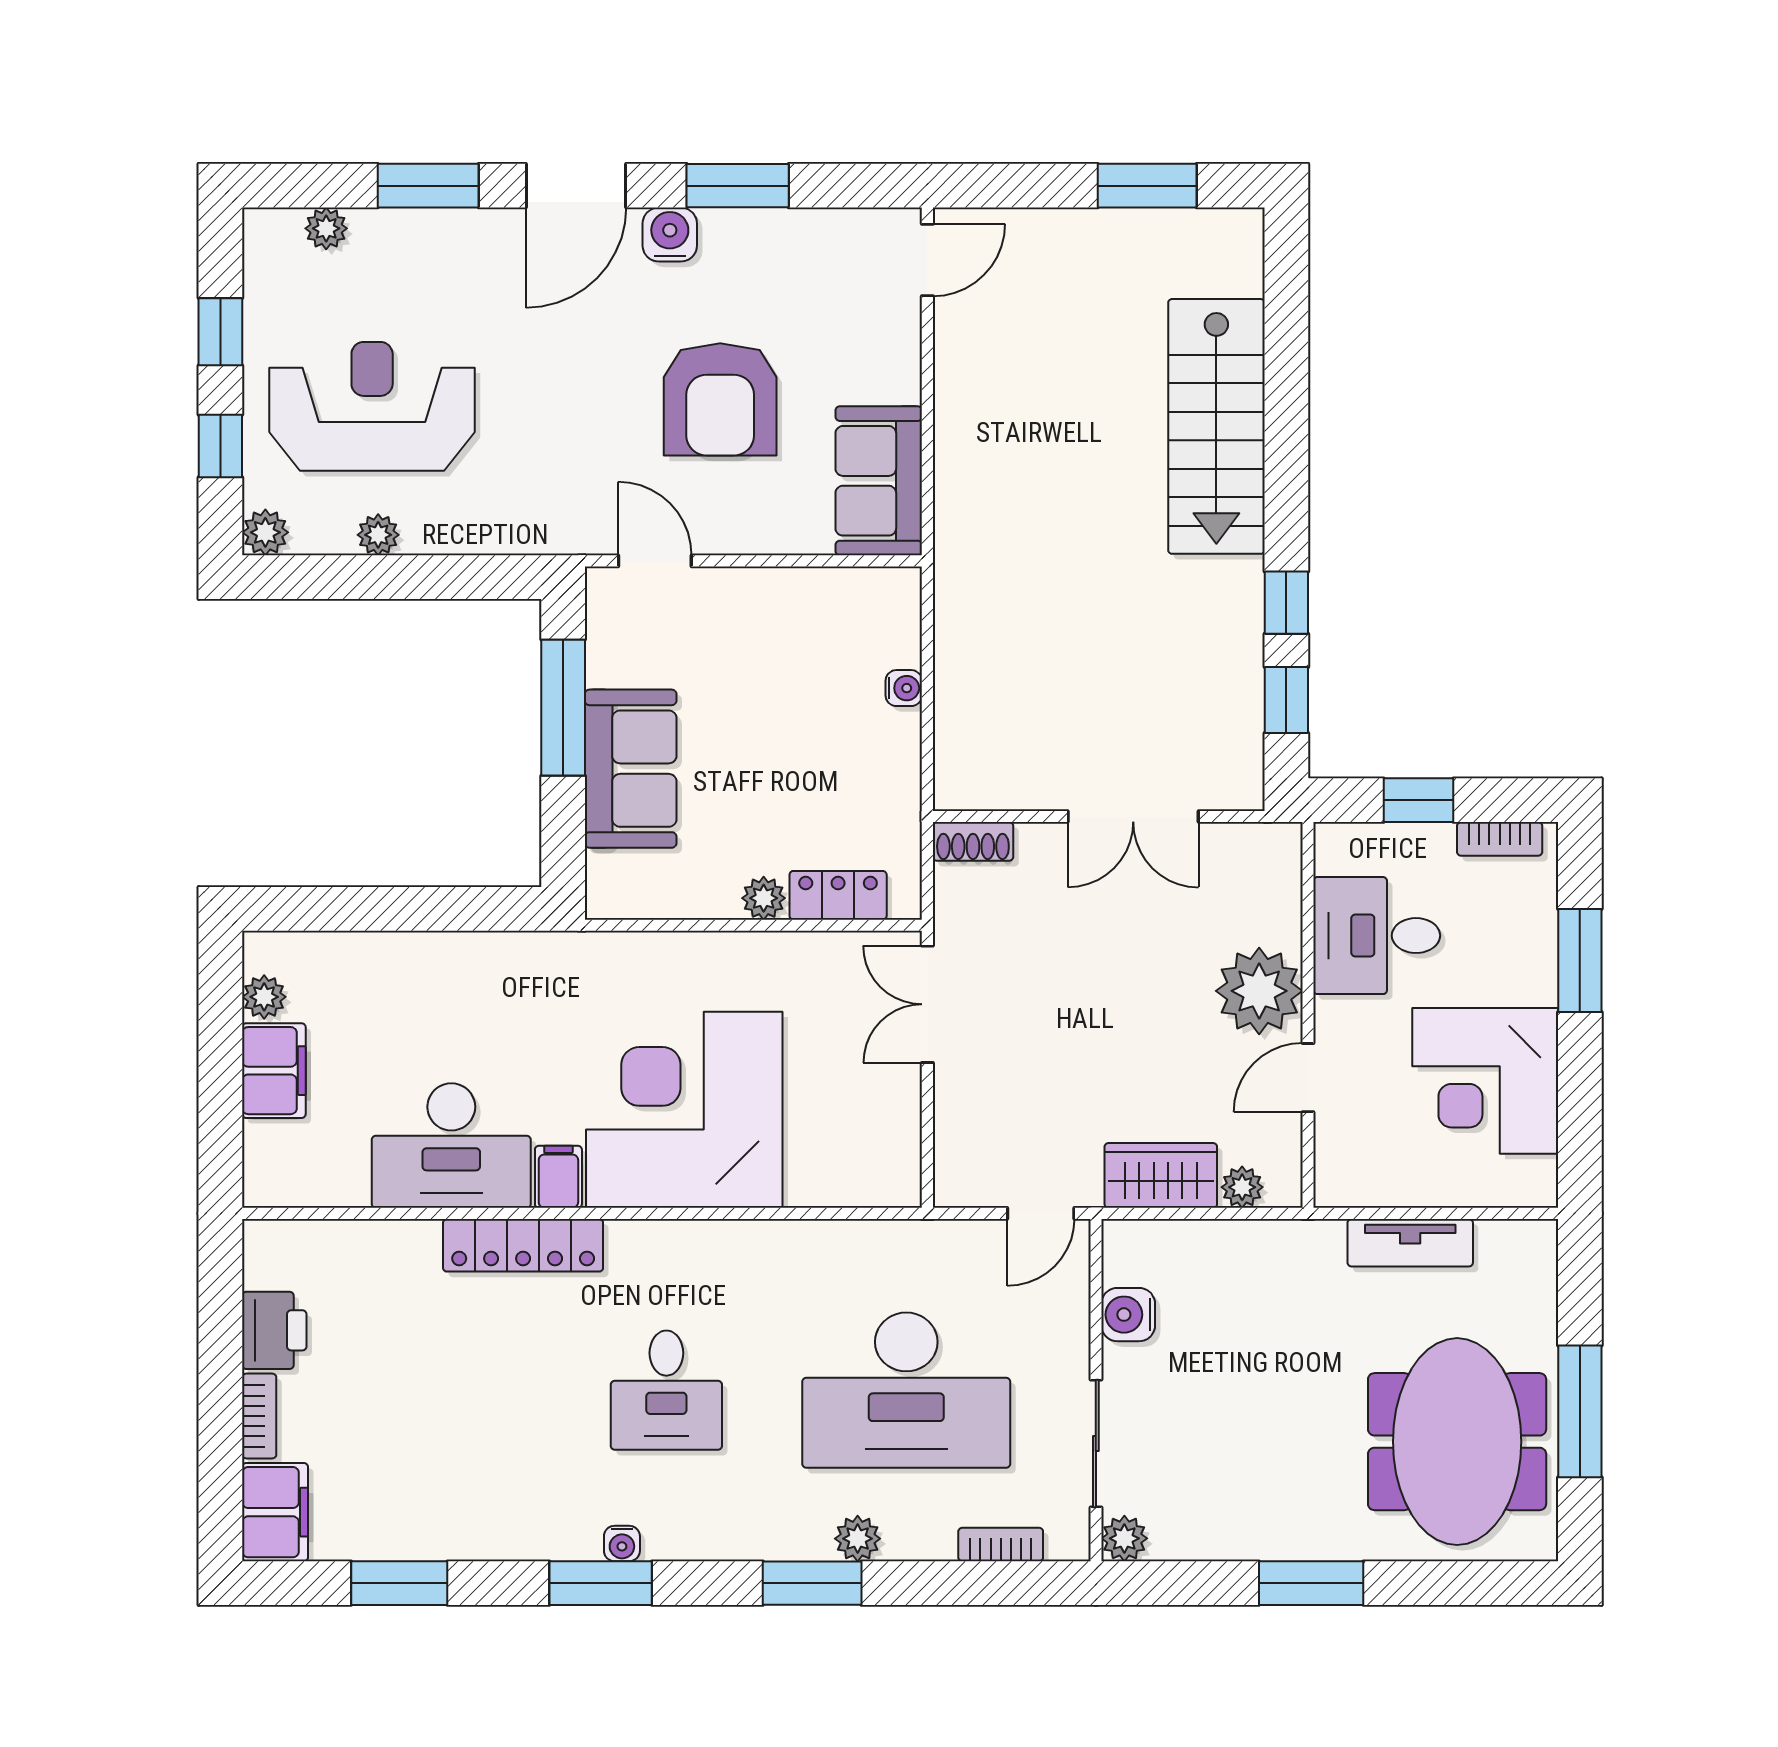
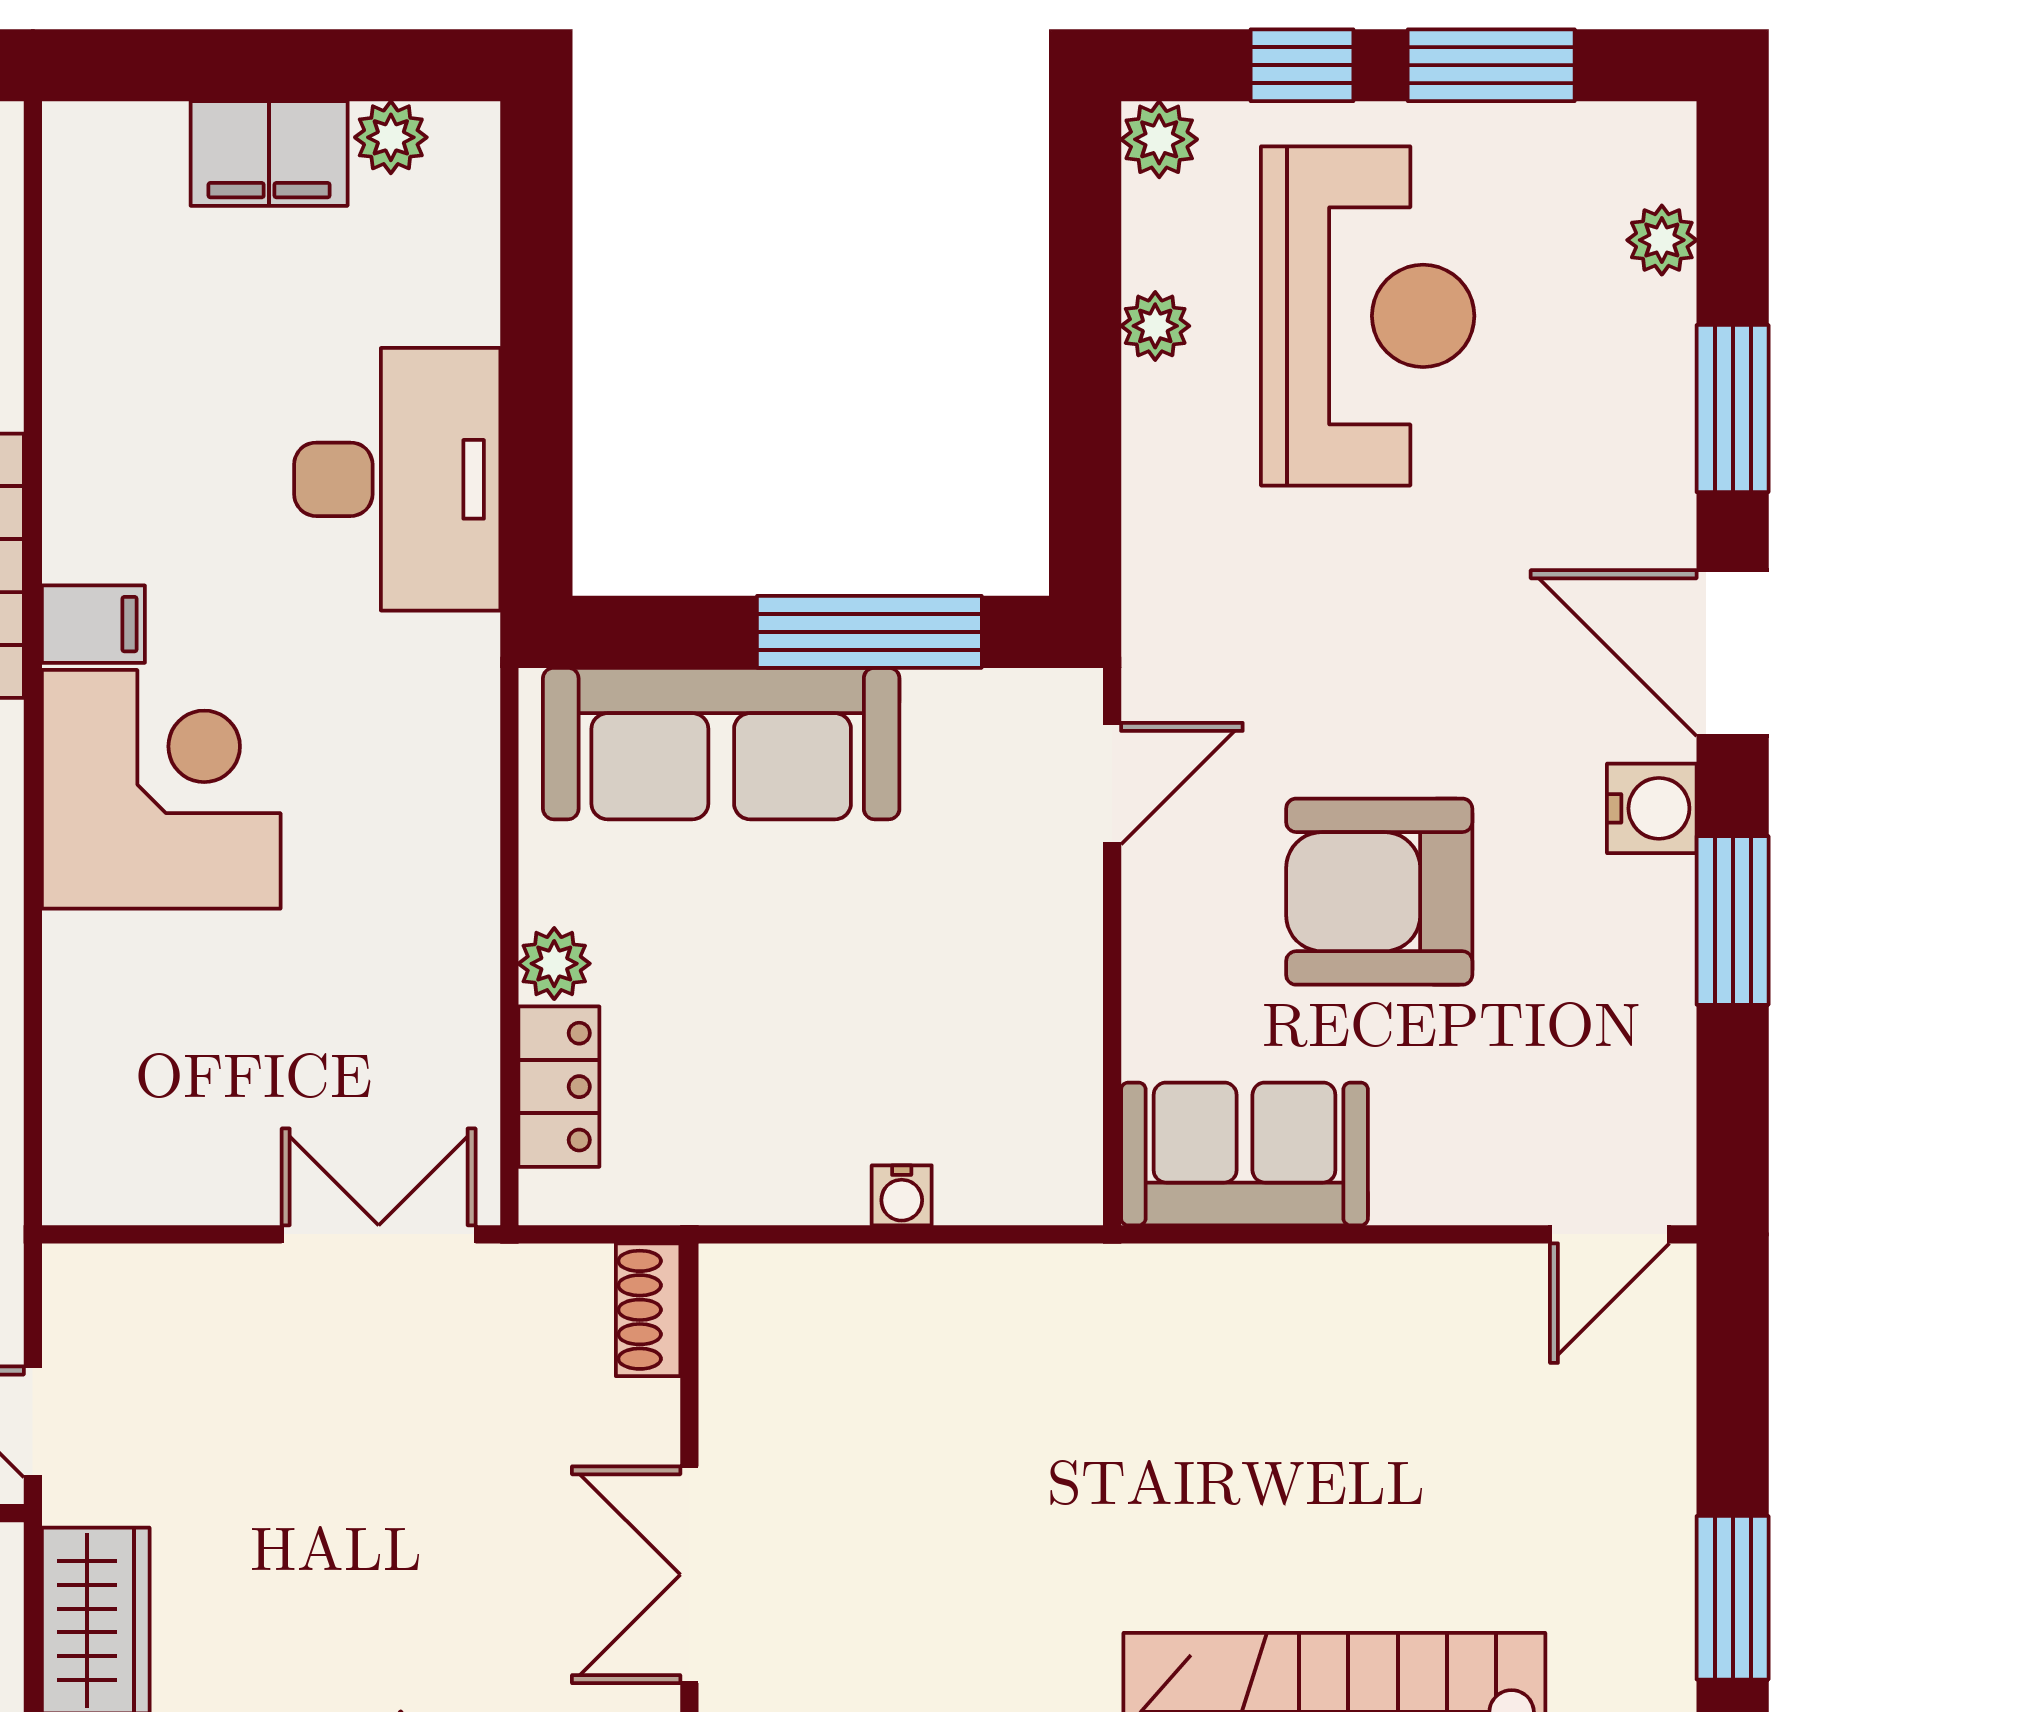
door: (927, 260) -> (1610, 1234), hinge flipped
window: (220, 332) -> (1491, 65), width x1.50
sofa: (631, 769) -> (721, 744), width x1.36
corner desk: (684, 1110) -> (161, 789), width x0.74, depth x0.74
desk: (451, 1146) -> (397, 479), moved, turned 180

